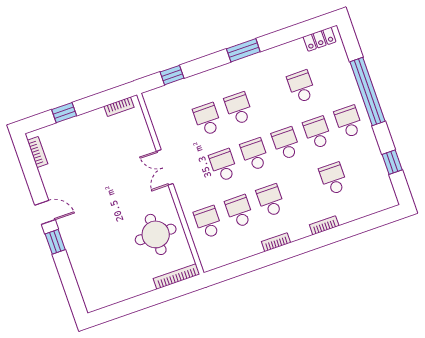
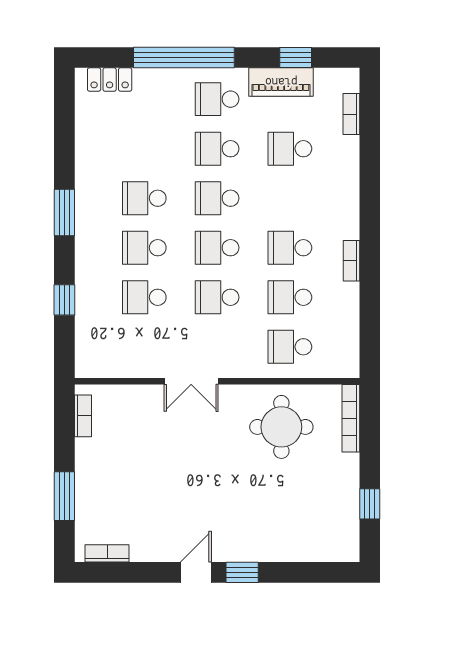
locker: (320, 39) -> (110, 79), moved, turned 90
window: (172, 75) -> (64, 300), moved
school desk: (301, 87) -> (144, 198), moved
window: (64, 113) -> (64, 496), width x1.50
piano: (373, 158) -> (281, 82), added
bookcase: (324, 225) -> (351, 114), moved
window: (126, 307) -> (370, 504), added

